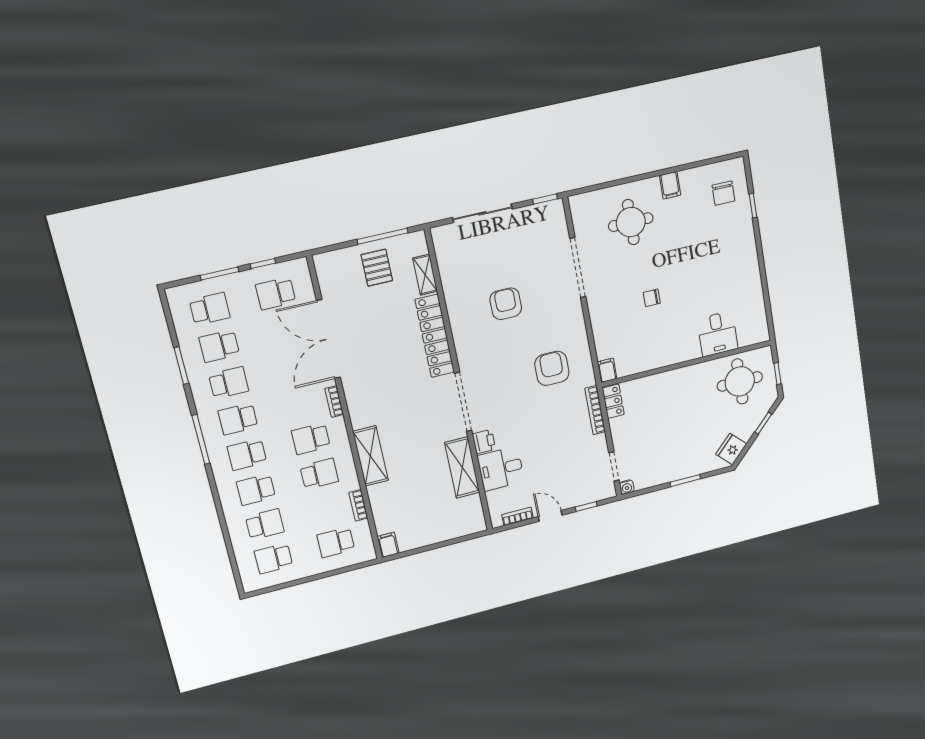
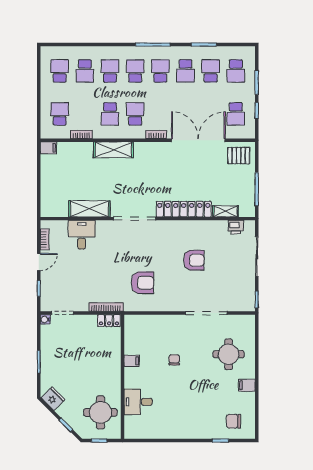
pallet: (377, 268) -> (239, 156), moved
school desk: (276, 294) -> (236, 114), turned 180
filing cabinet: (607, 370) -> (132, 361), moved
printer: (484, 442) -> (236, 227), moved

